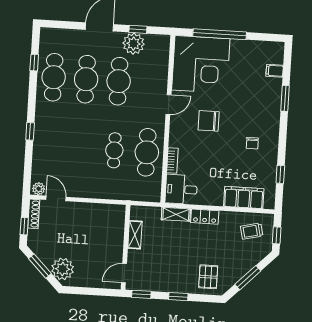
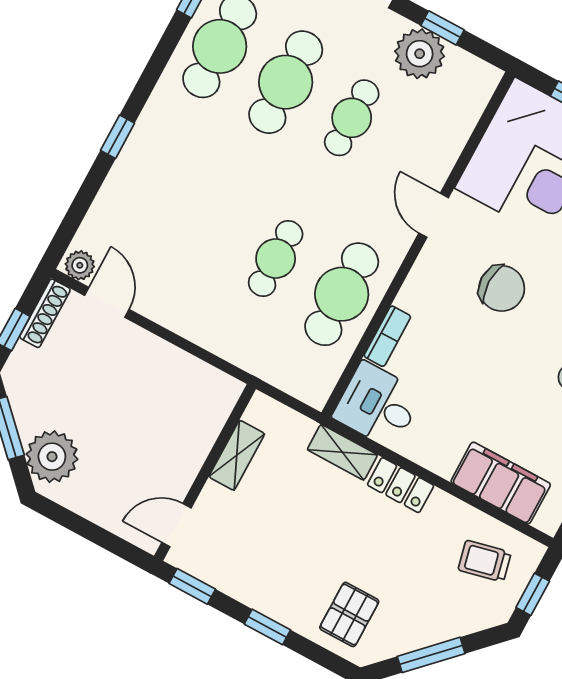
cafe table: (119, 81) -> (352, 118), width x0.73, depth x0.74
door: (169, 105) -> (434, 215), swing flipped
chair: (209, 121) -> (502, 288), turned 180

